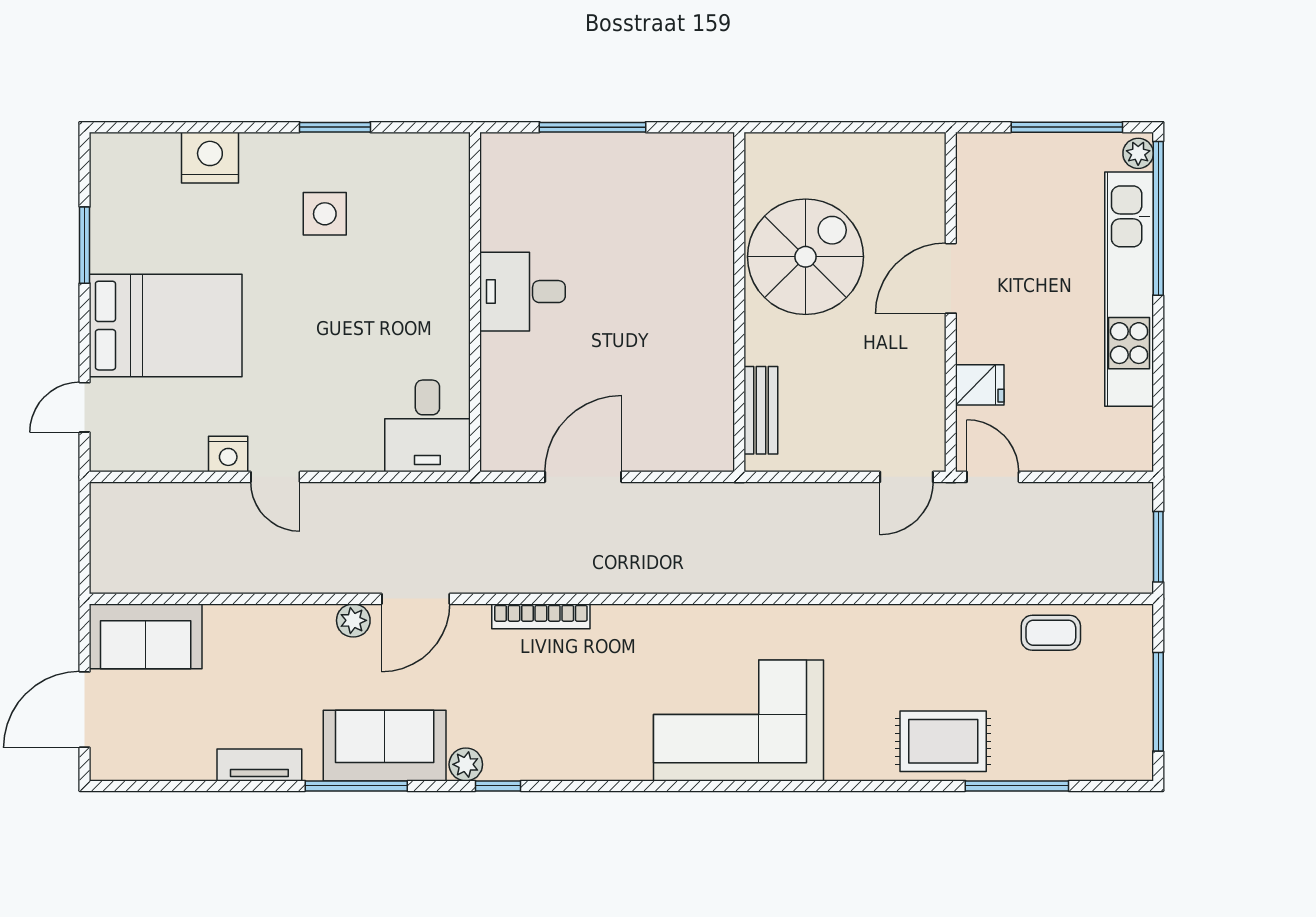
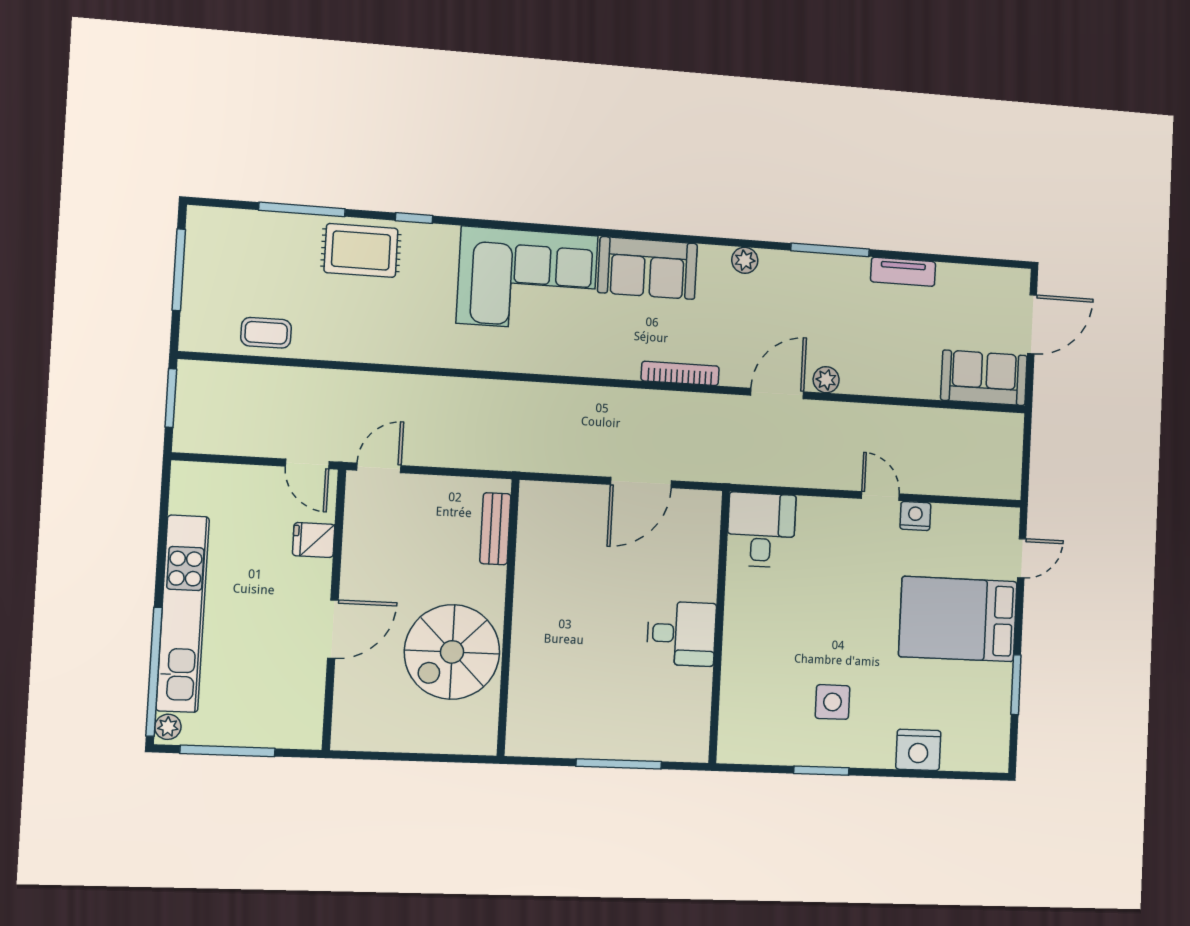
sofa: (385, 746) -> (648, 268), moved
window: (498, 786) -> (414, 218), moved

